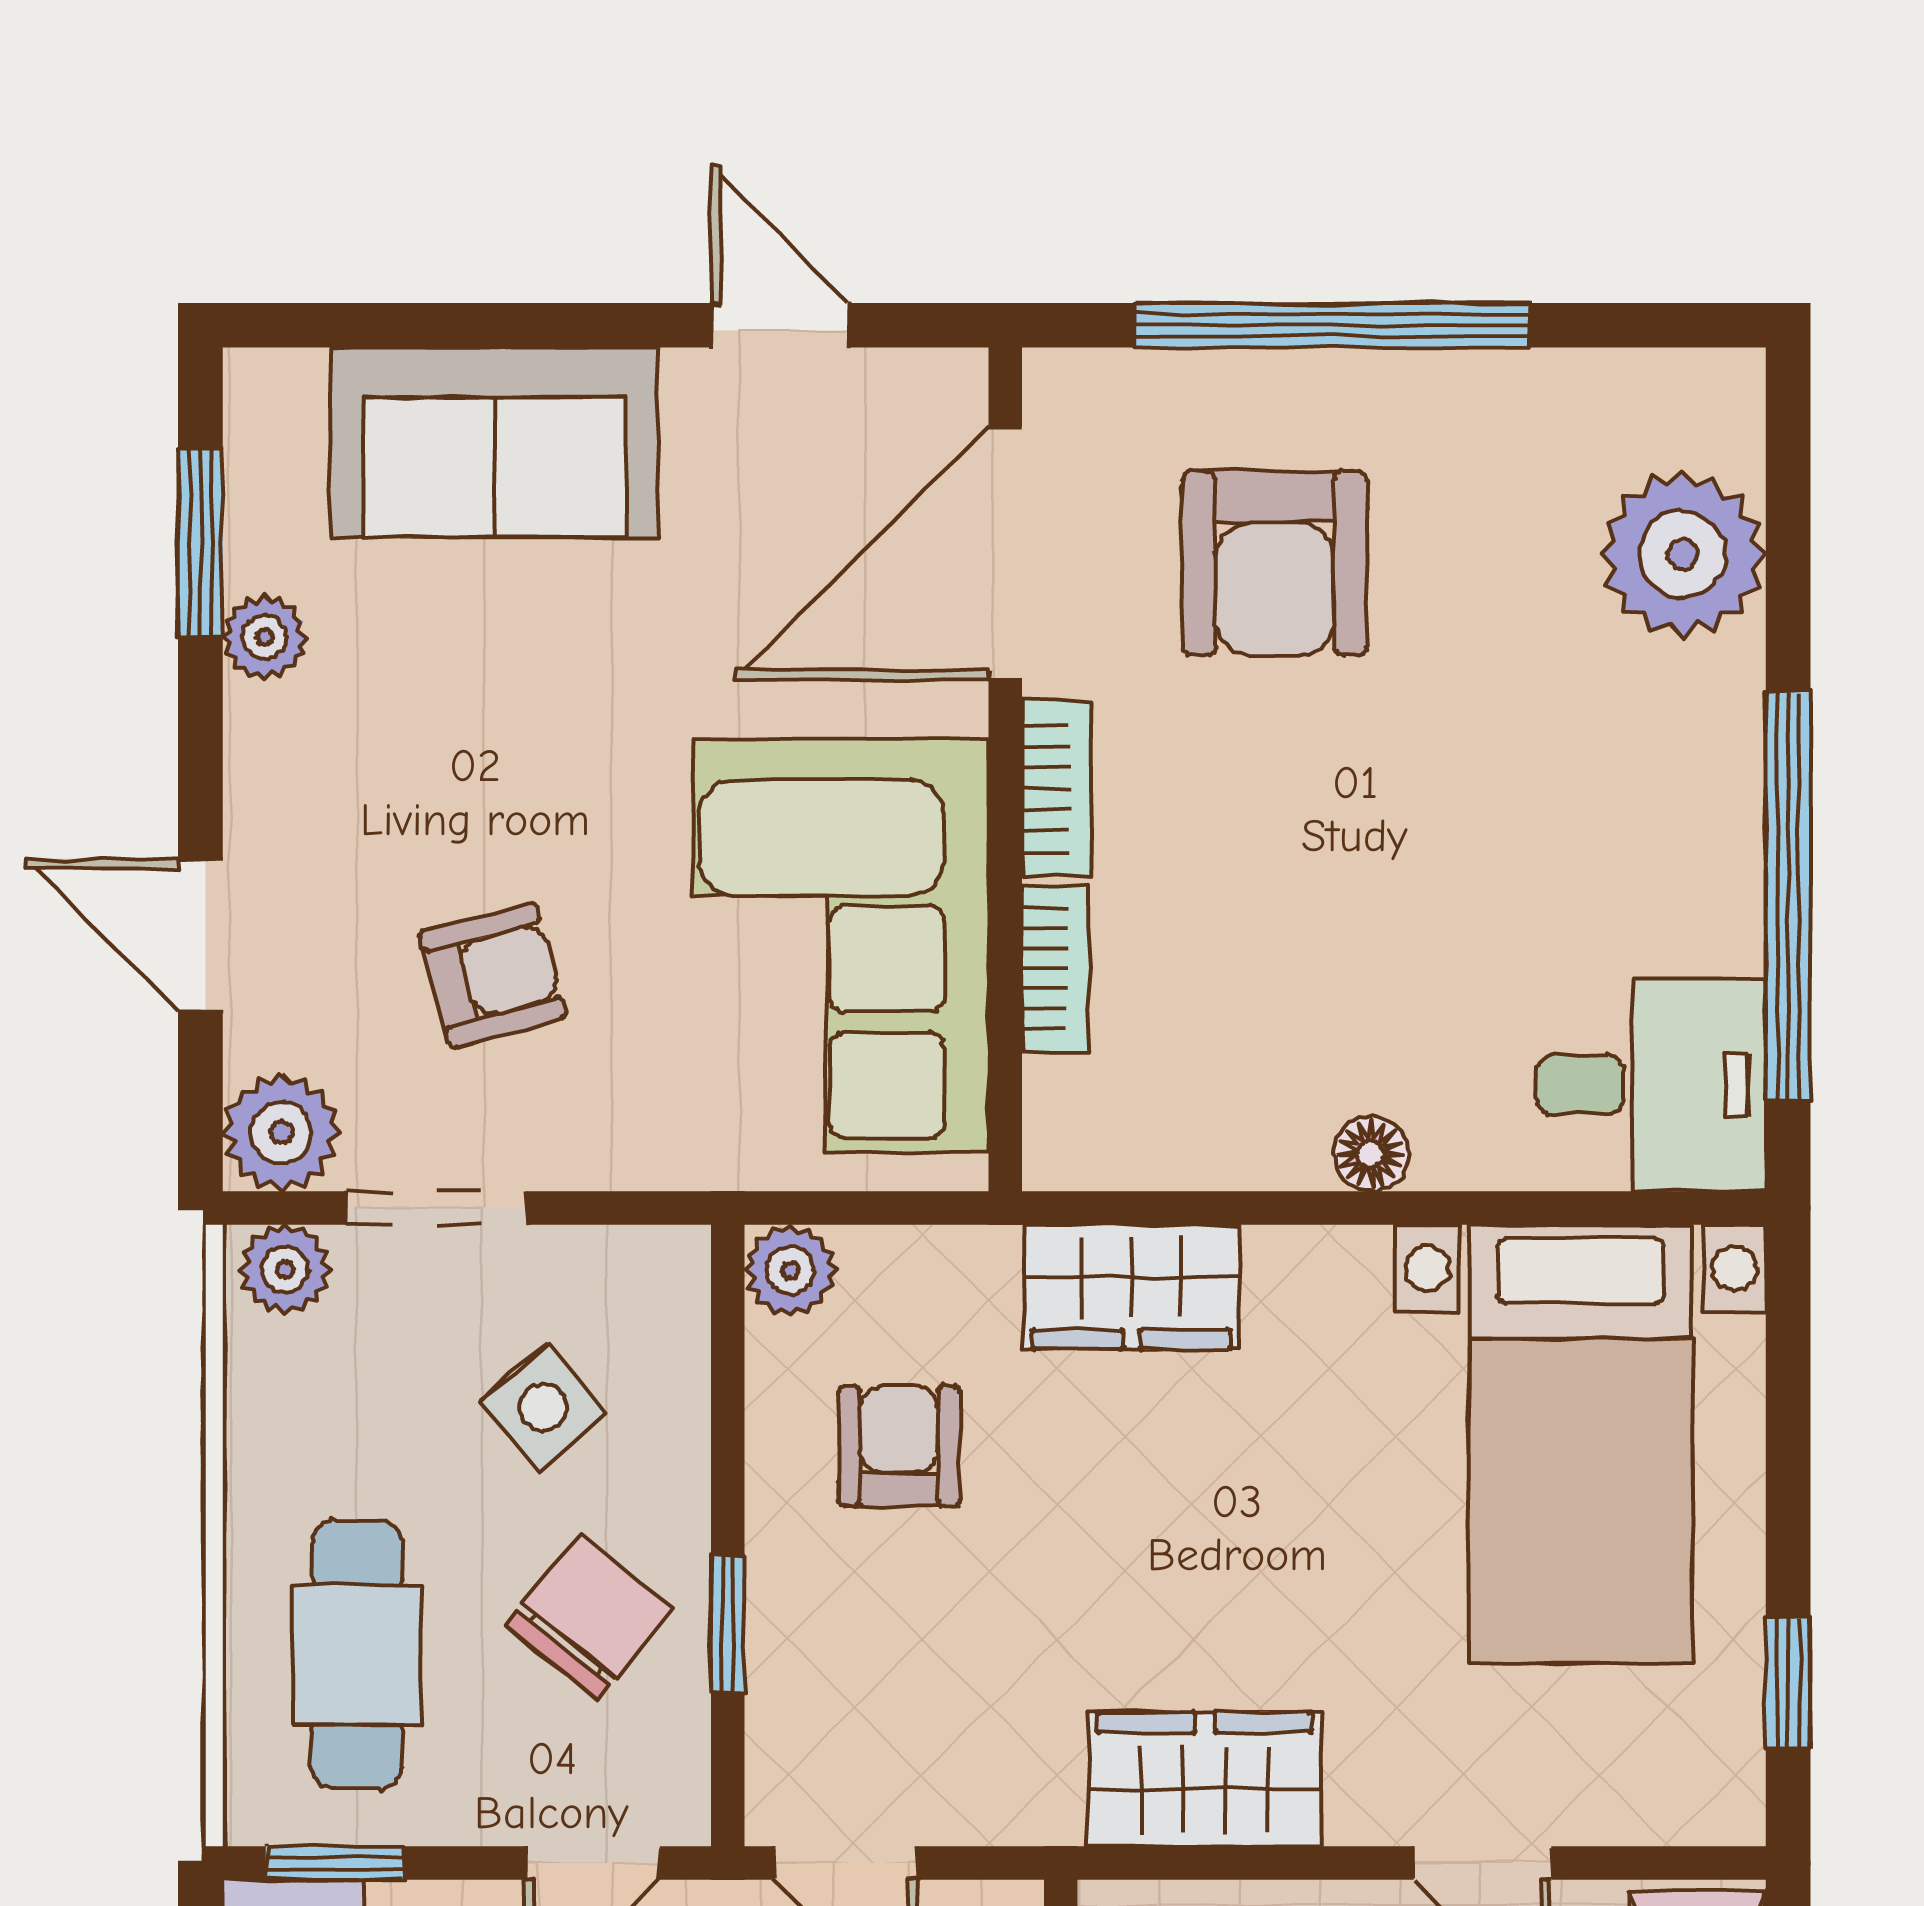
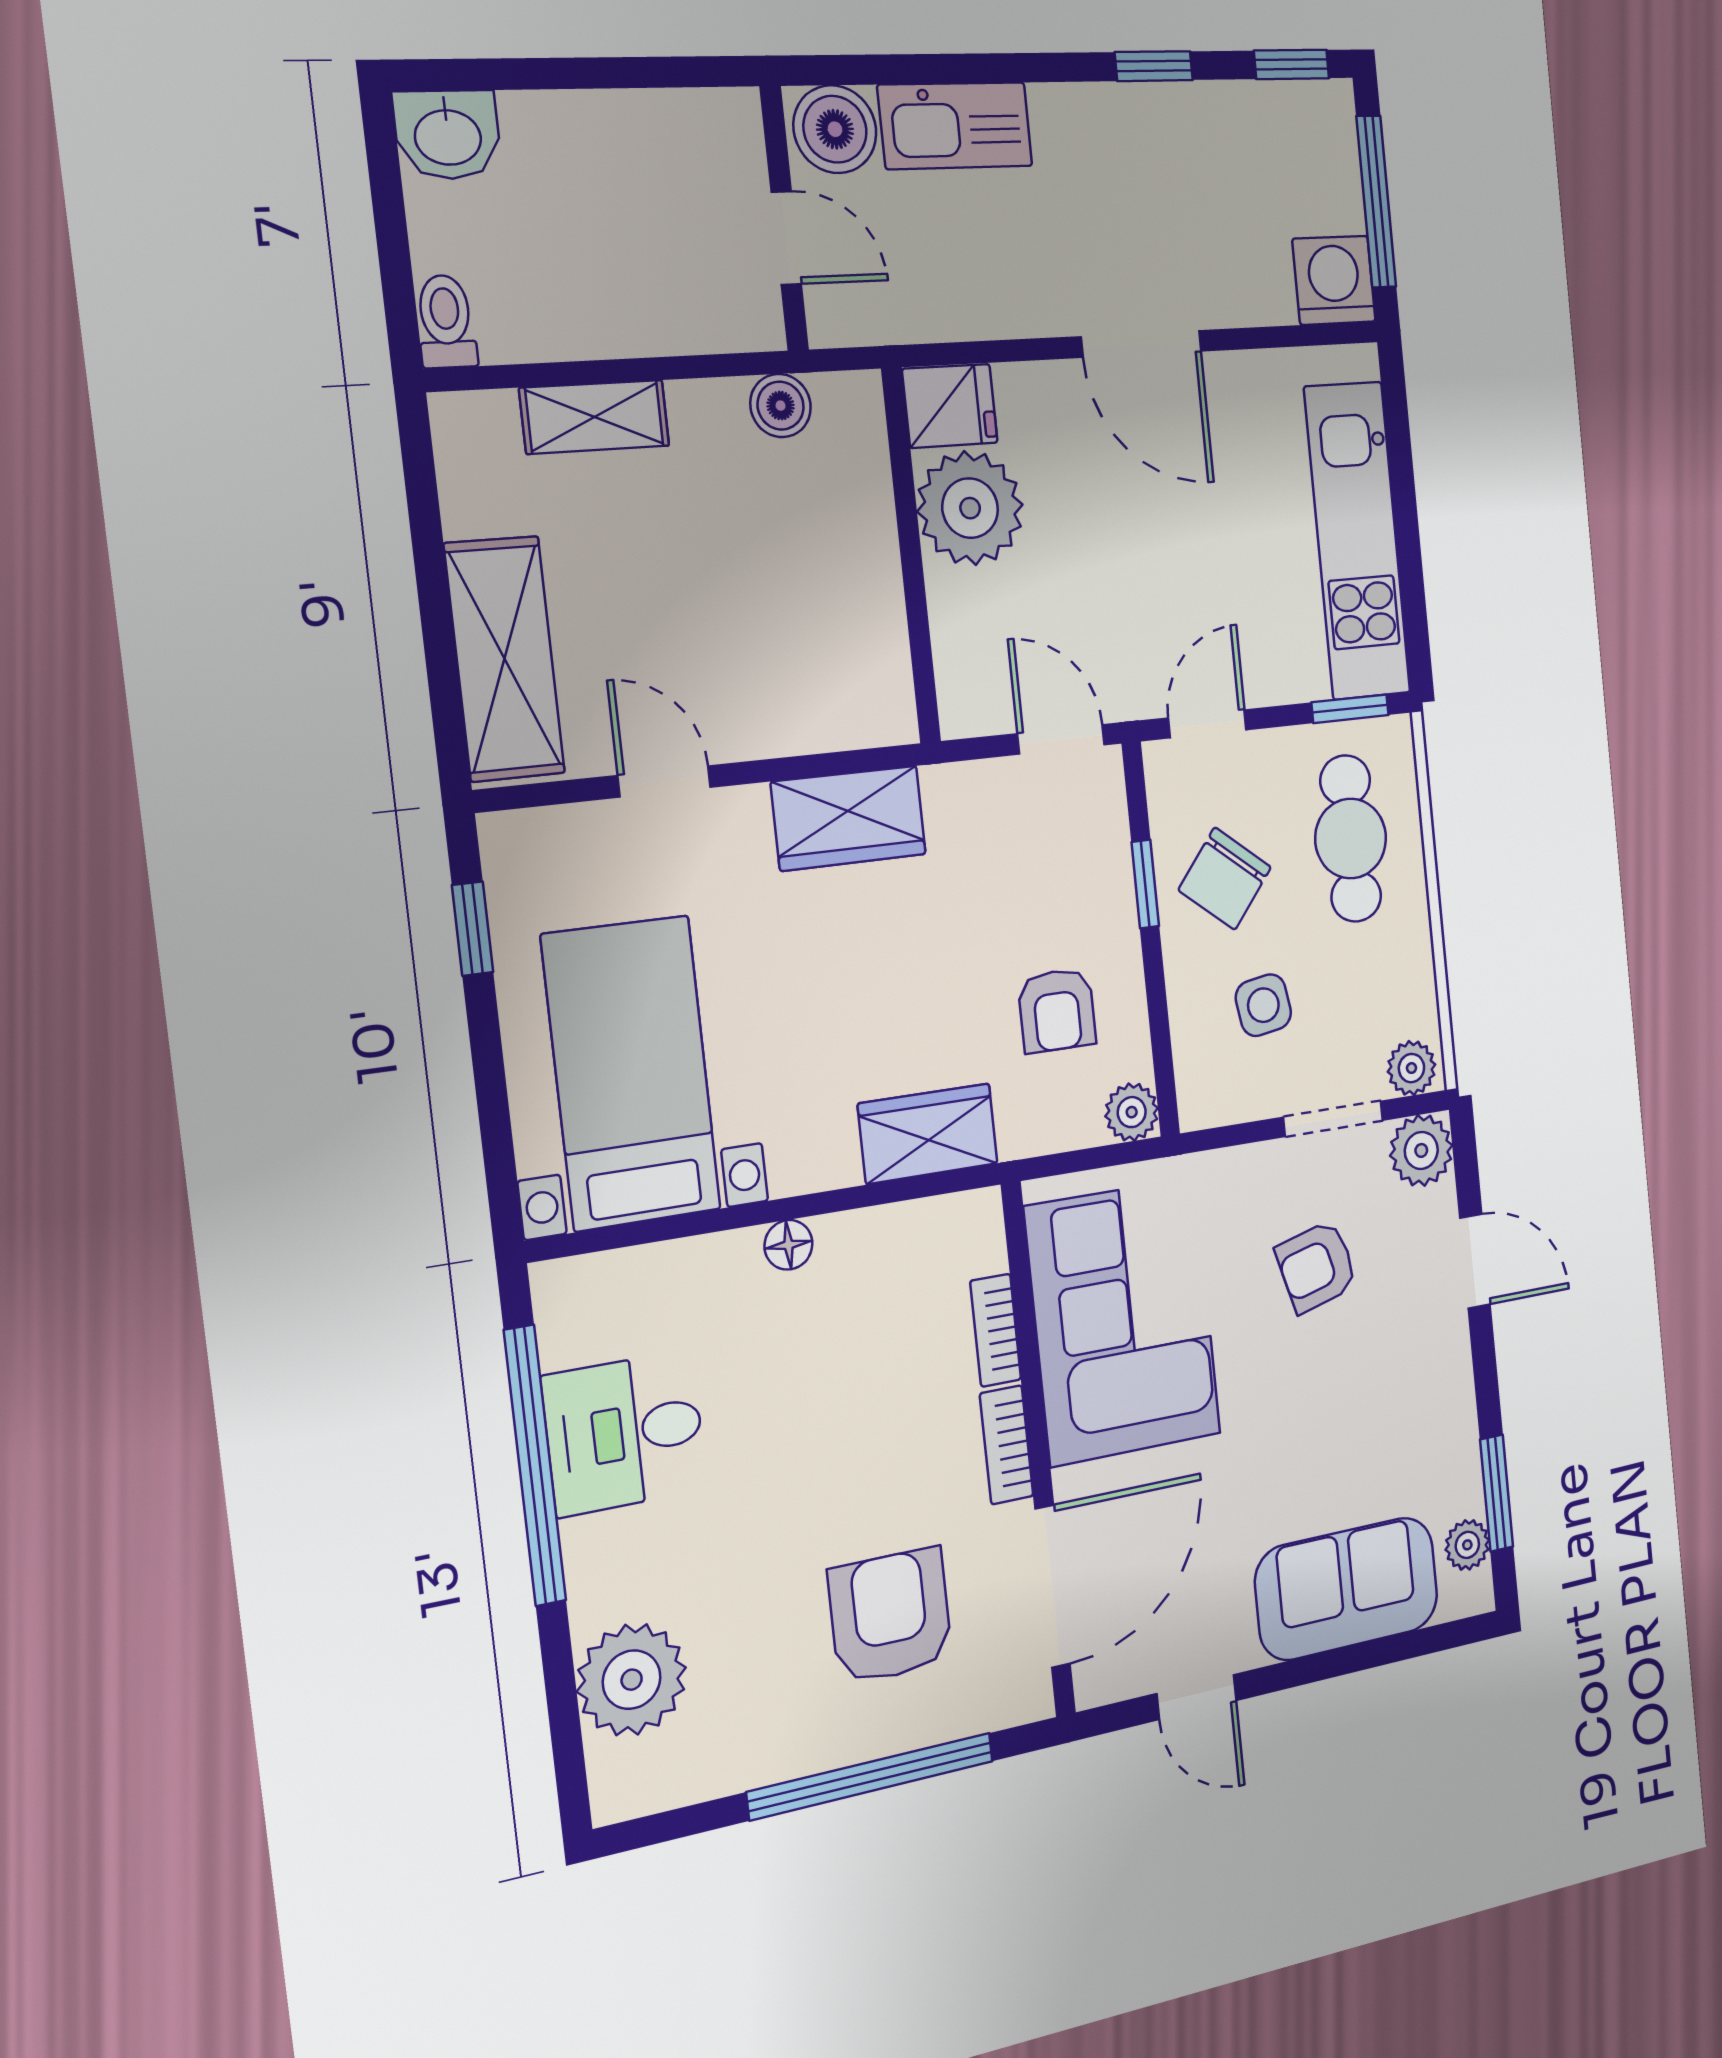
plant: (265, 637) -> (1467, 1545), moved
desk: (1651, 1085) -> (625, 1433), moved
side table: (543, 1407) -> (1263, 1005), turned 31

